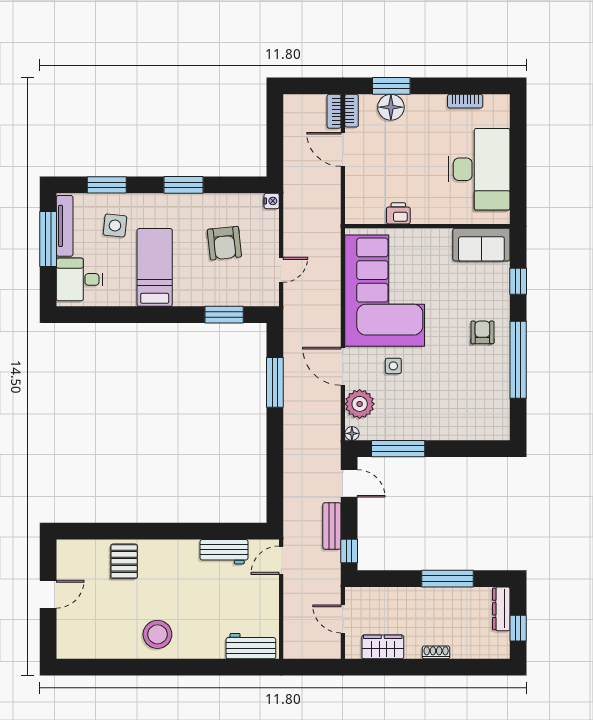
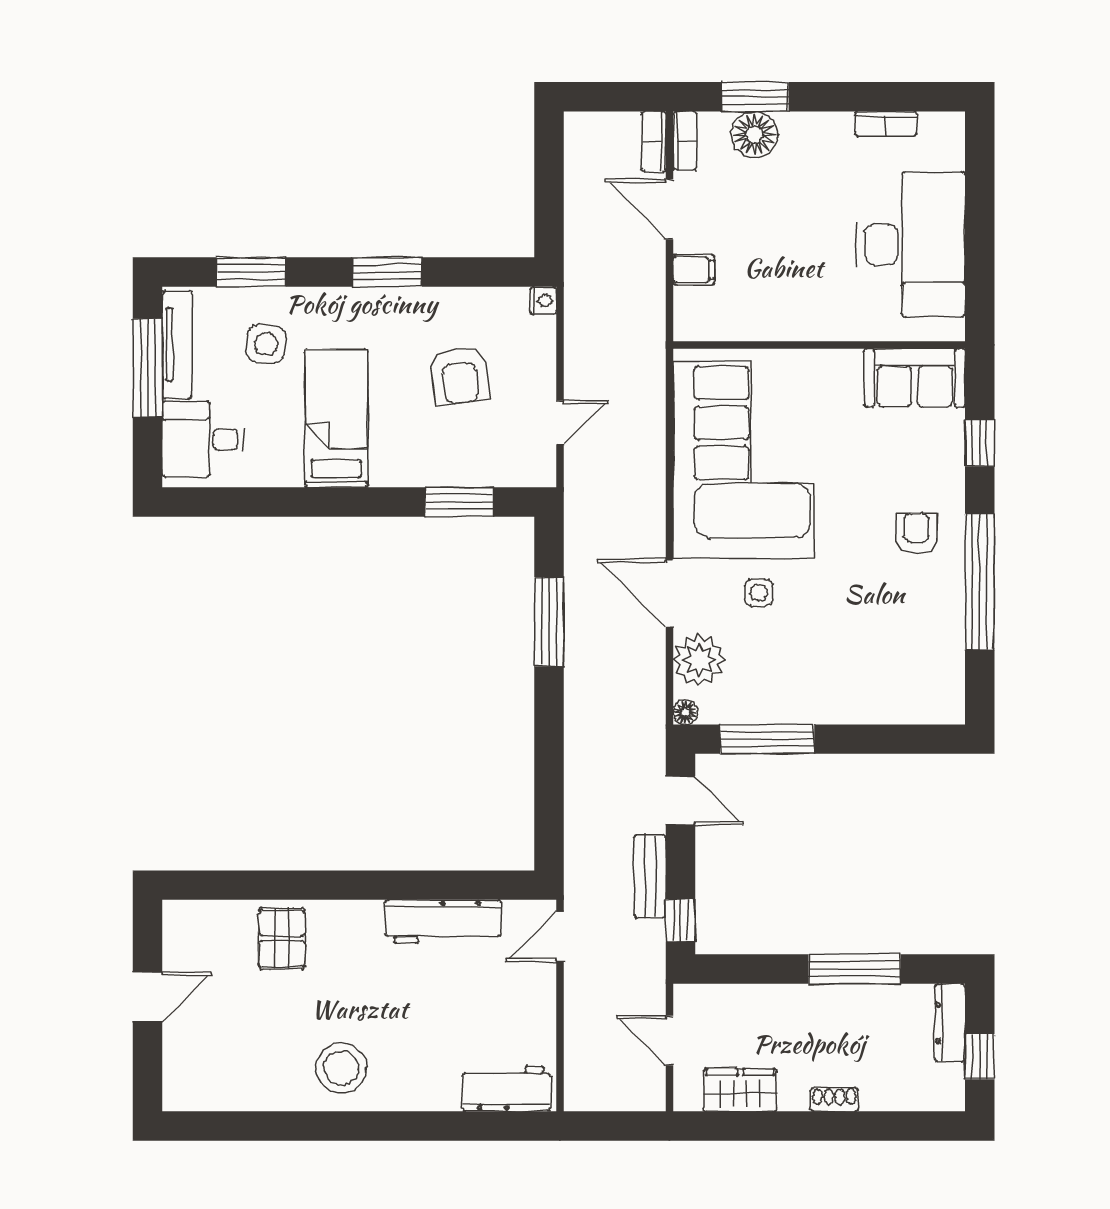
filing cabinet: (357, 184) -> (694, 270), added
printer: (398, 213) -> (767, 322), removed
workbench: (224, 552) -> (443, 922), width x1.38

